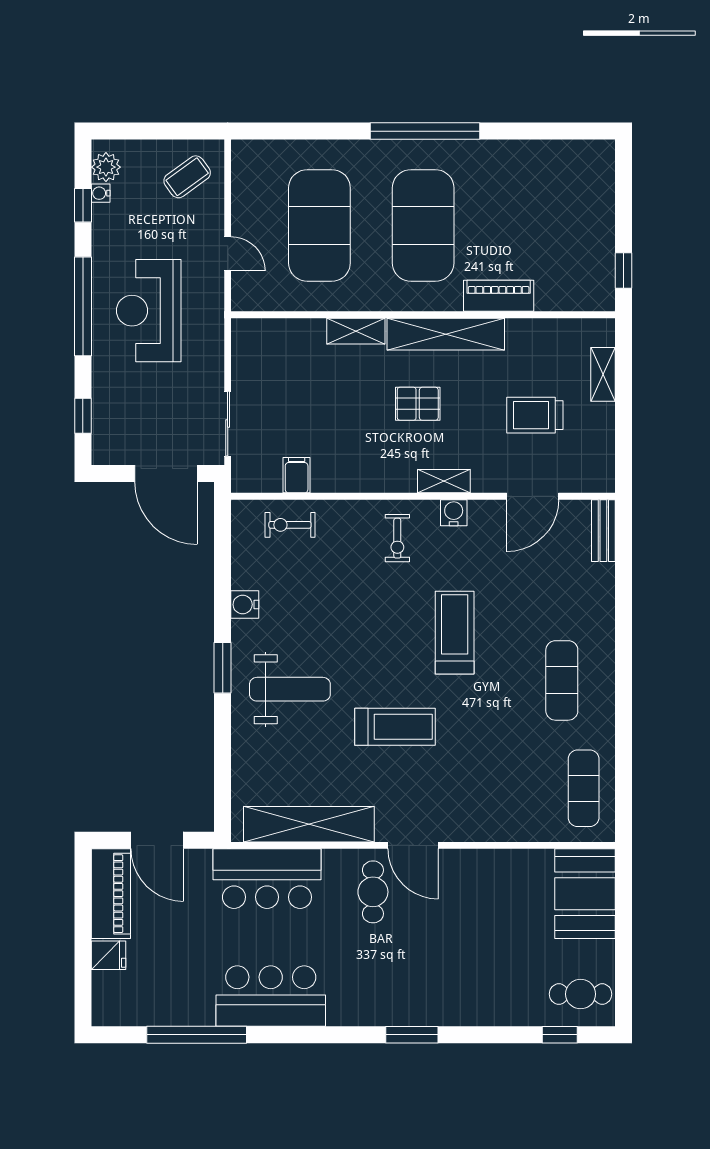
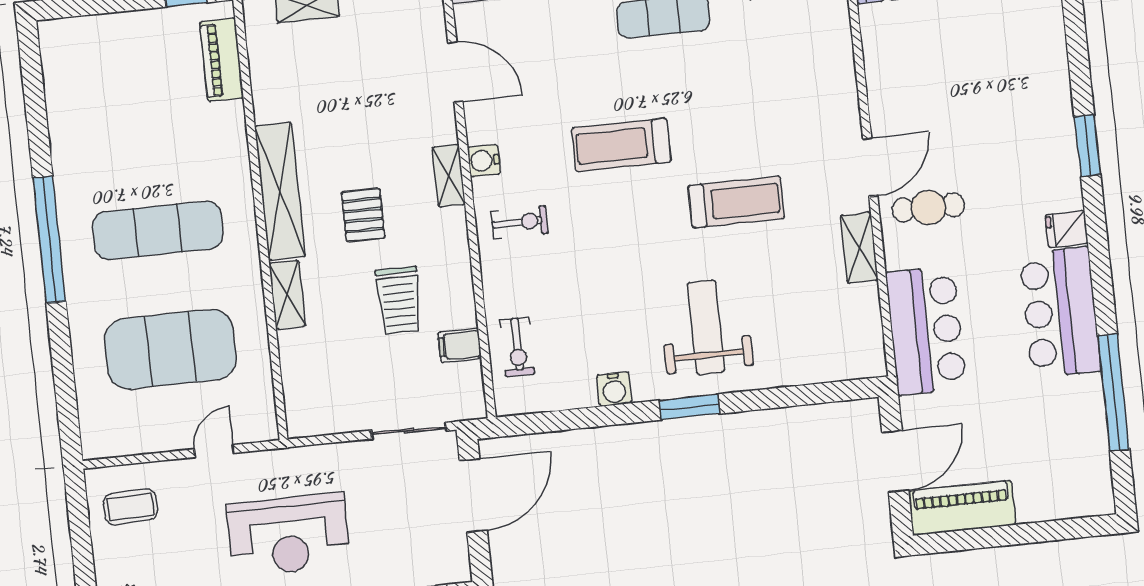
coffee table: (187, 177) -> (131, 507), turned -56
exercise mat: (423, 225) -> (158, 230), width x0.68
piano: (499, 296) -> (222, 60), moved
trolley: (535, 415) -> (399, 300), moved
treadmill: (395, 727) -> (736, 202), turned 90
shelving: (309, 824) -> (859, 248), width x0.45, depth x0.75
fridge: (109, 955) -> (1067, 229), moved, turned -90

